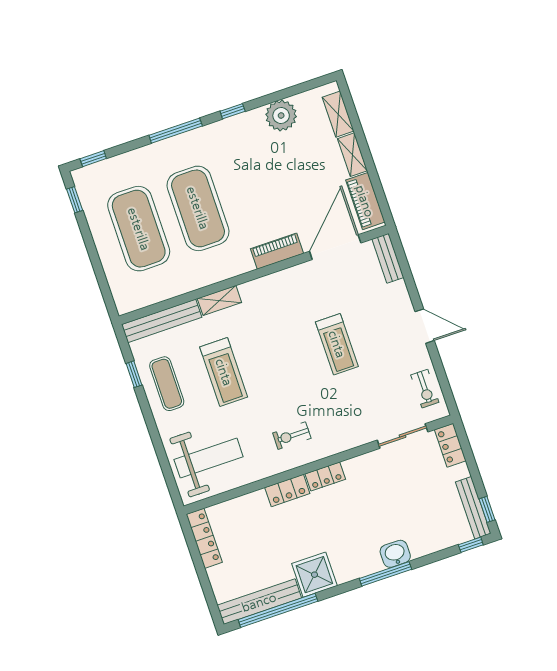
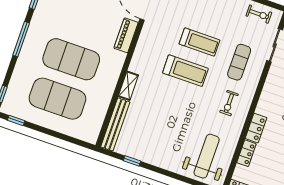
treadmill: (224, 372) -> (185, 71), moved
exercise mat: (167, 384) -> (239, 62), moved, turned 90
locker: (325, 477) -> (246, 153), moved

